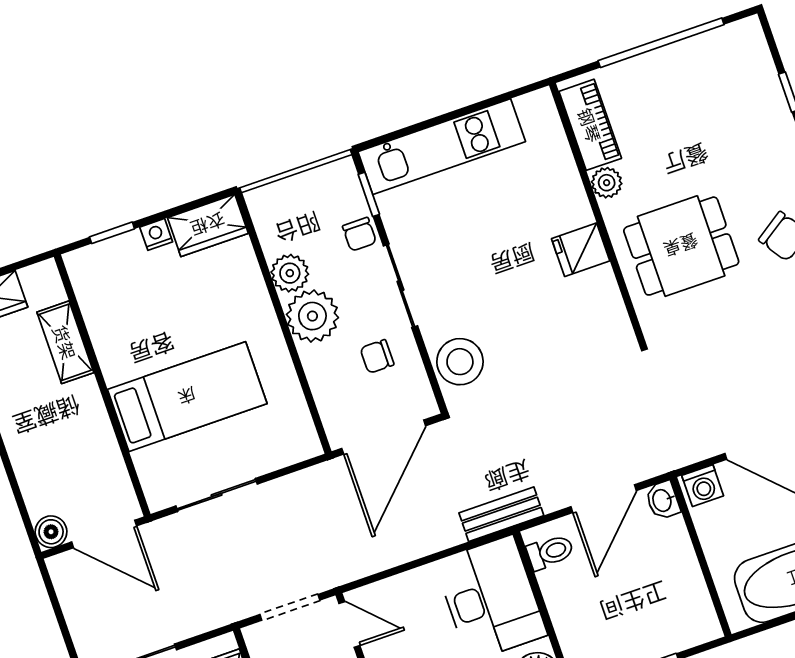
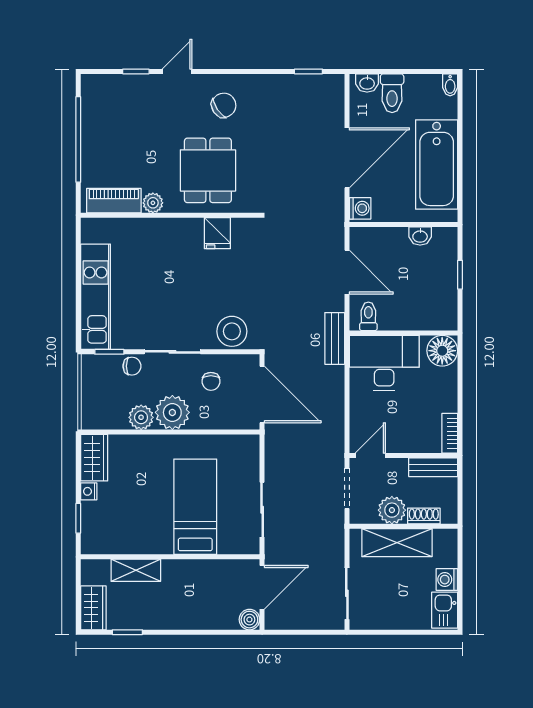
fridge: (581, 250) -> (217, 233), moved
washbasin: (663, 500) -> (420, 236), moved

